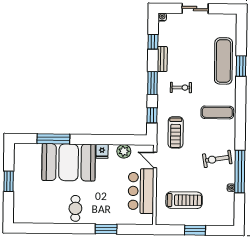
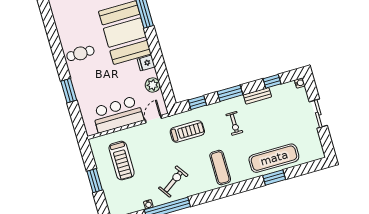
treadmill: (176, 132) -> (187, 131), turned 180
exercise bike: (217, 159) -> (173, 182), turned 64

